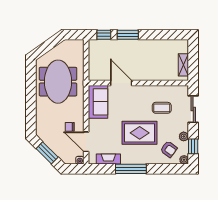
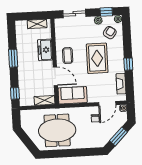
window: (128, 35) -> (13, 58), moved
shelving: (94, 69) -> (45, 100), added
freezer: (153, 73) -> (45, 50), added
door: (121, 83) -> (55, 76), swing flipped
coffee table: (162, 108) -> (68, 56), moved
window: (131, 169) -> (128, 64), width x0.46

